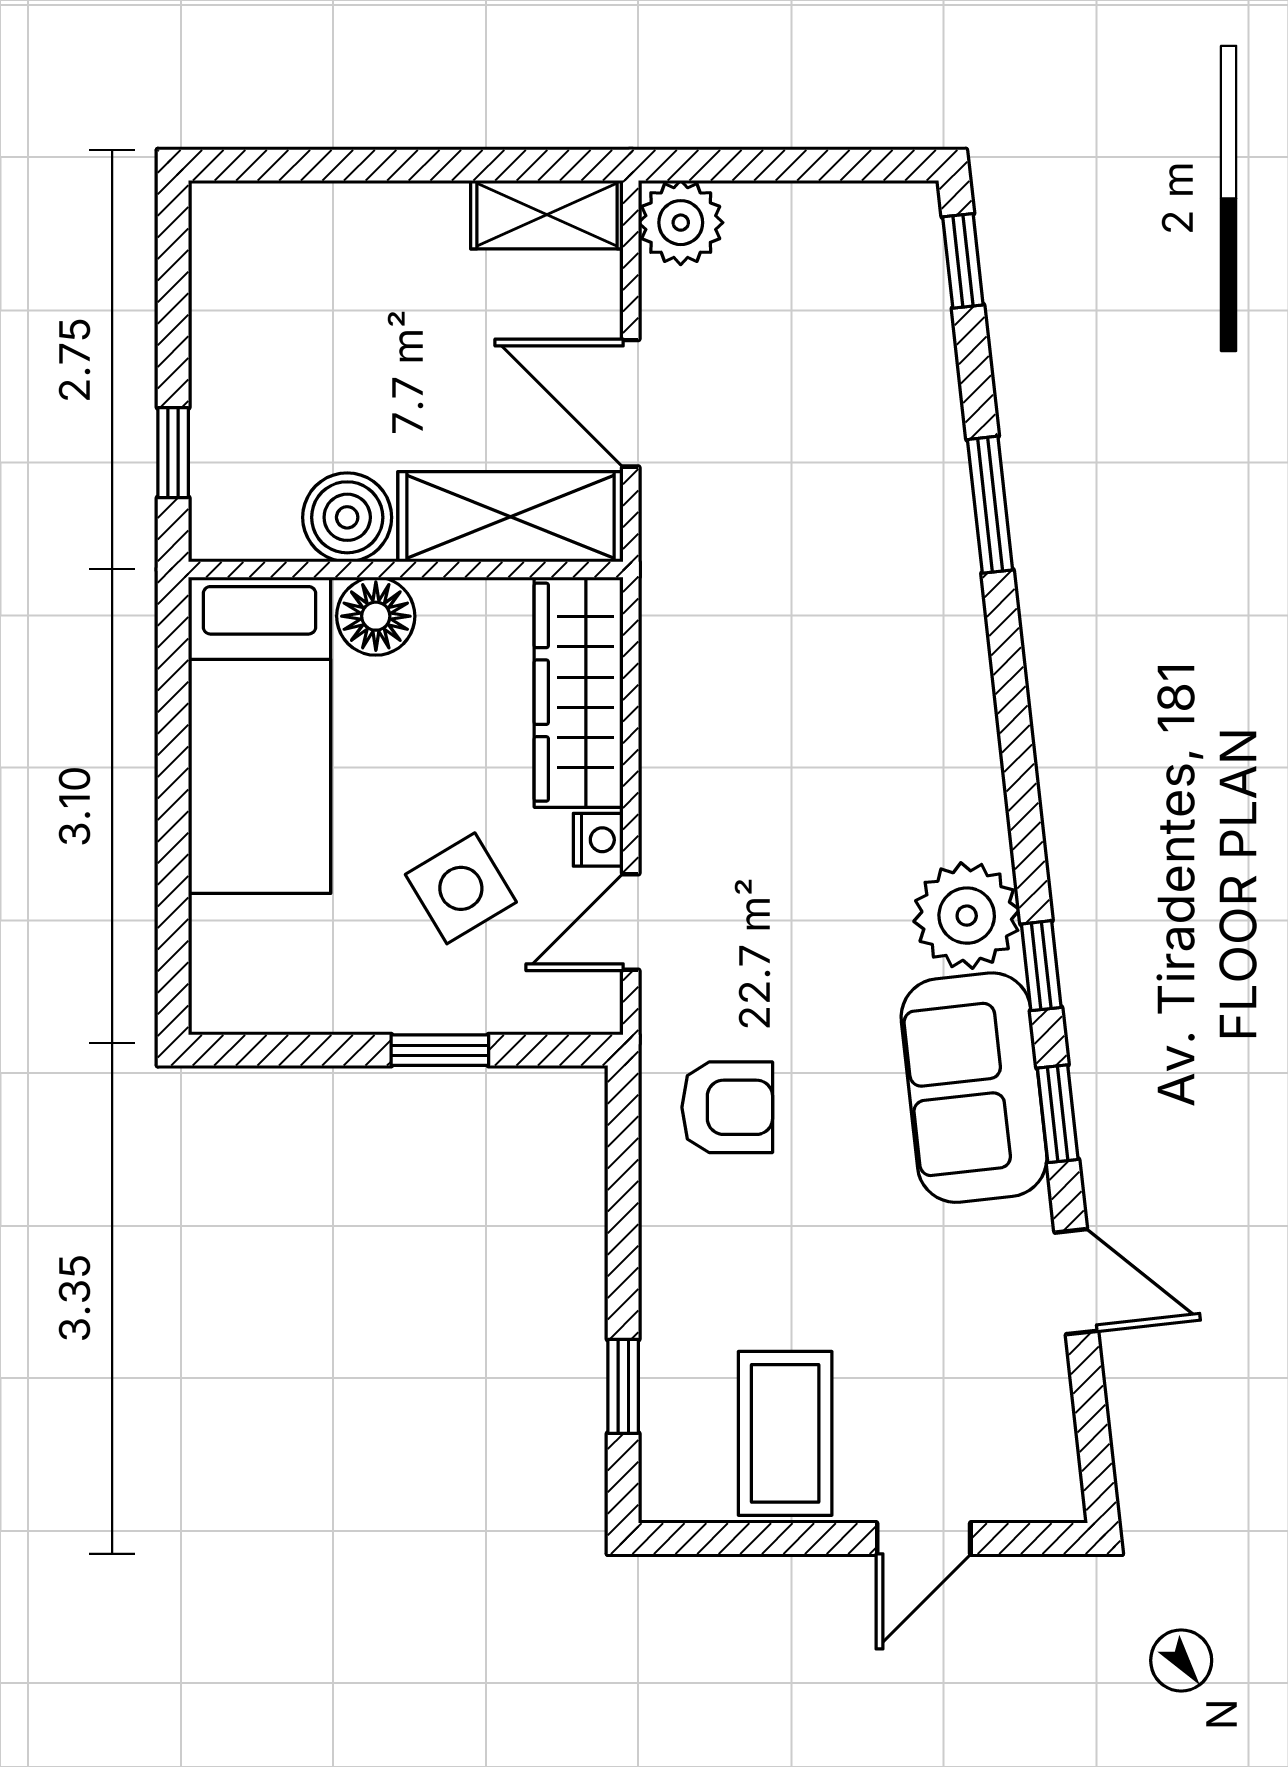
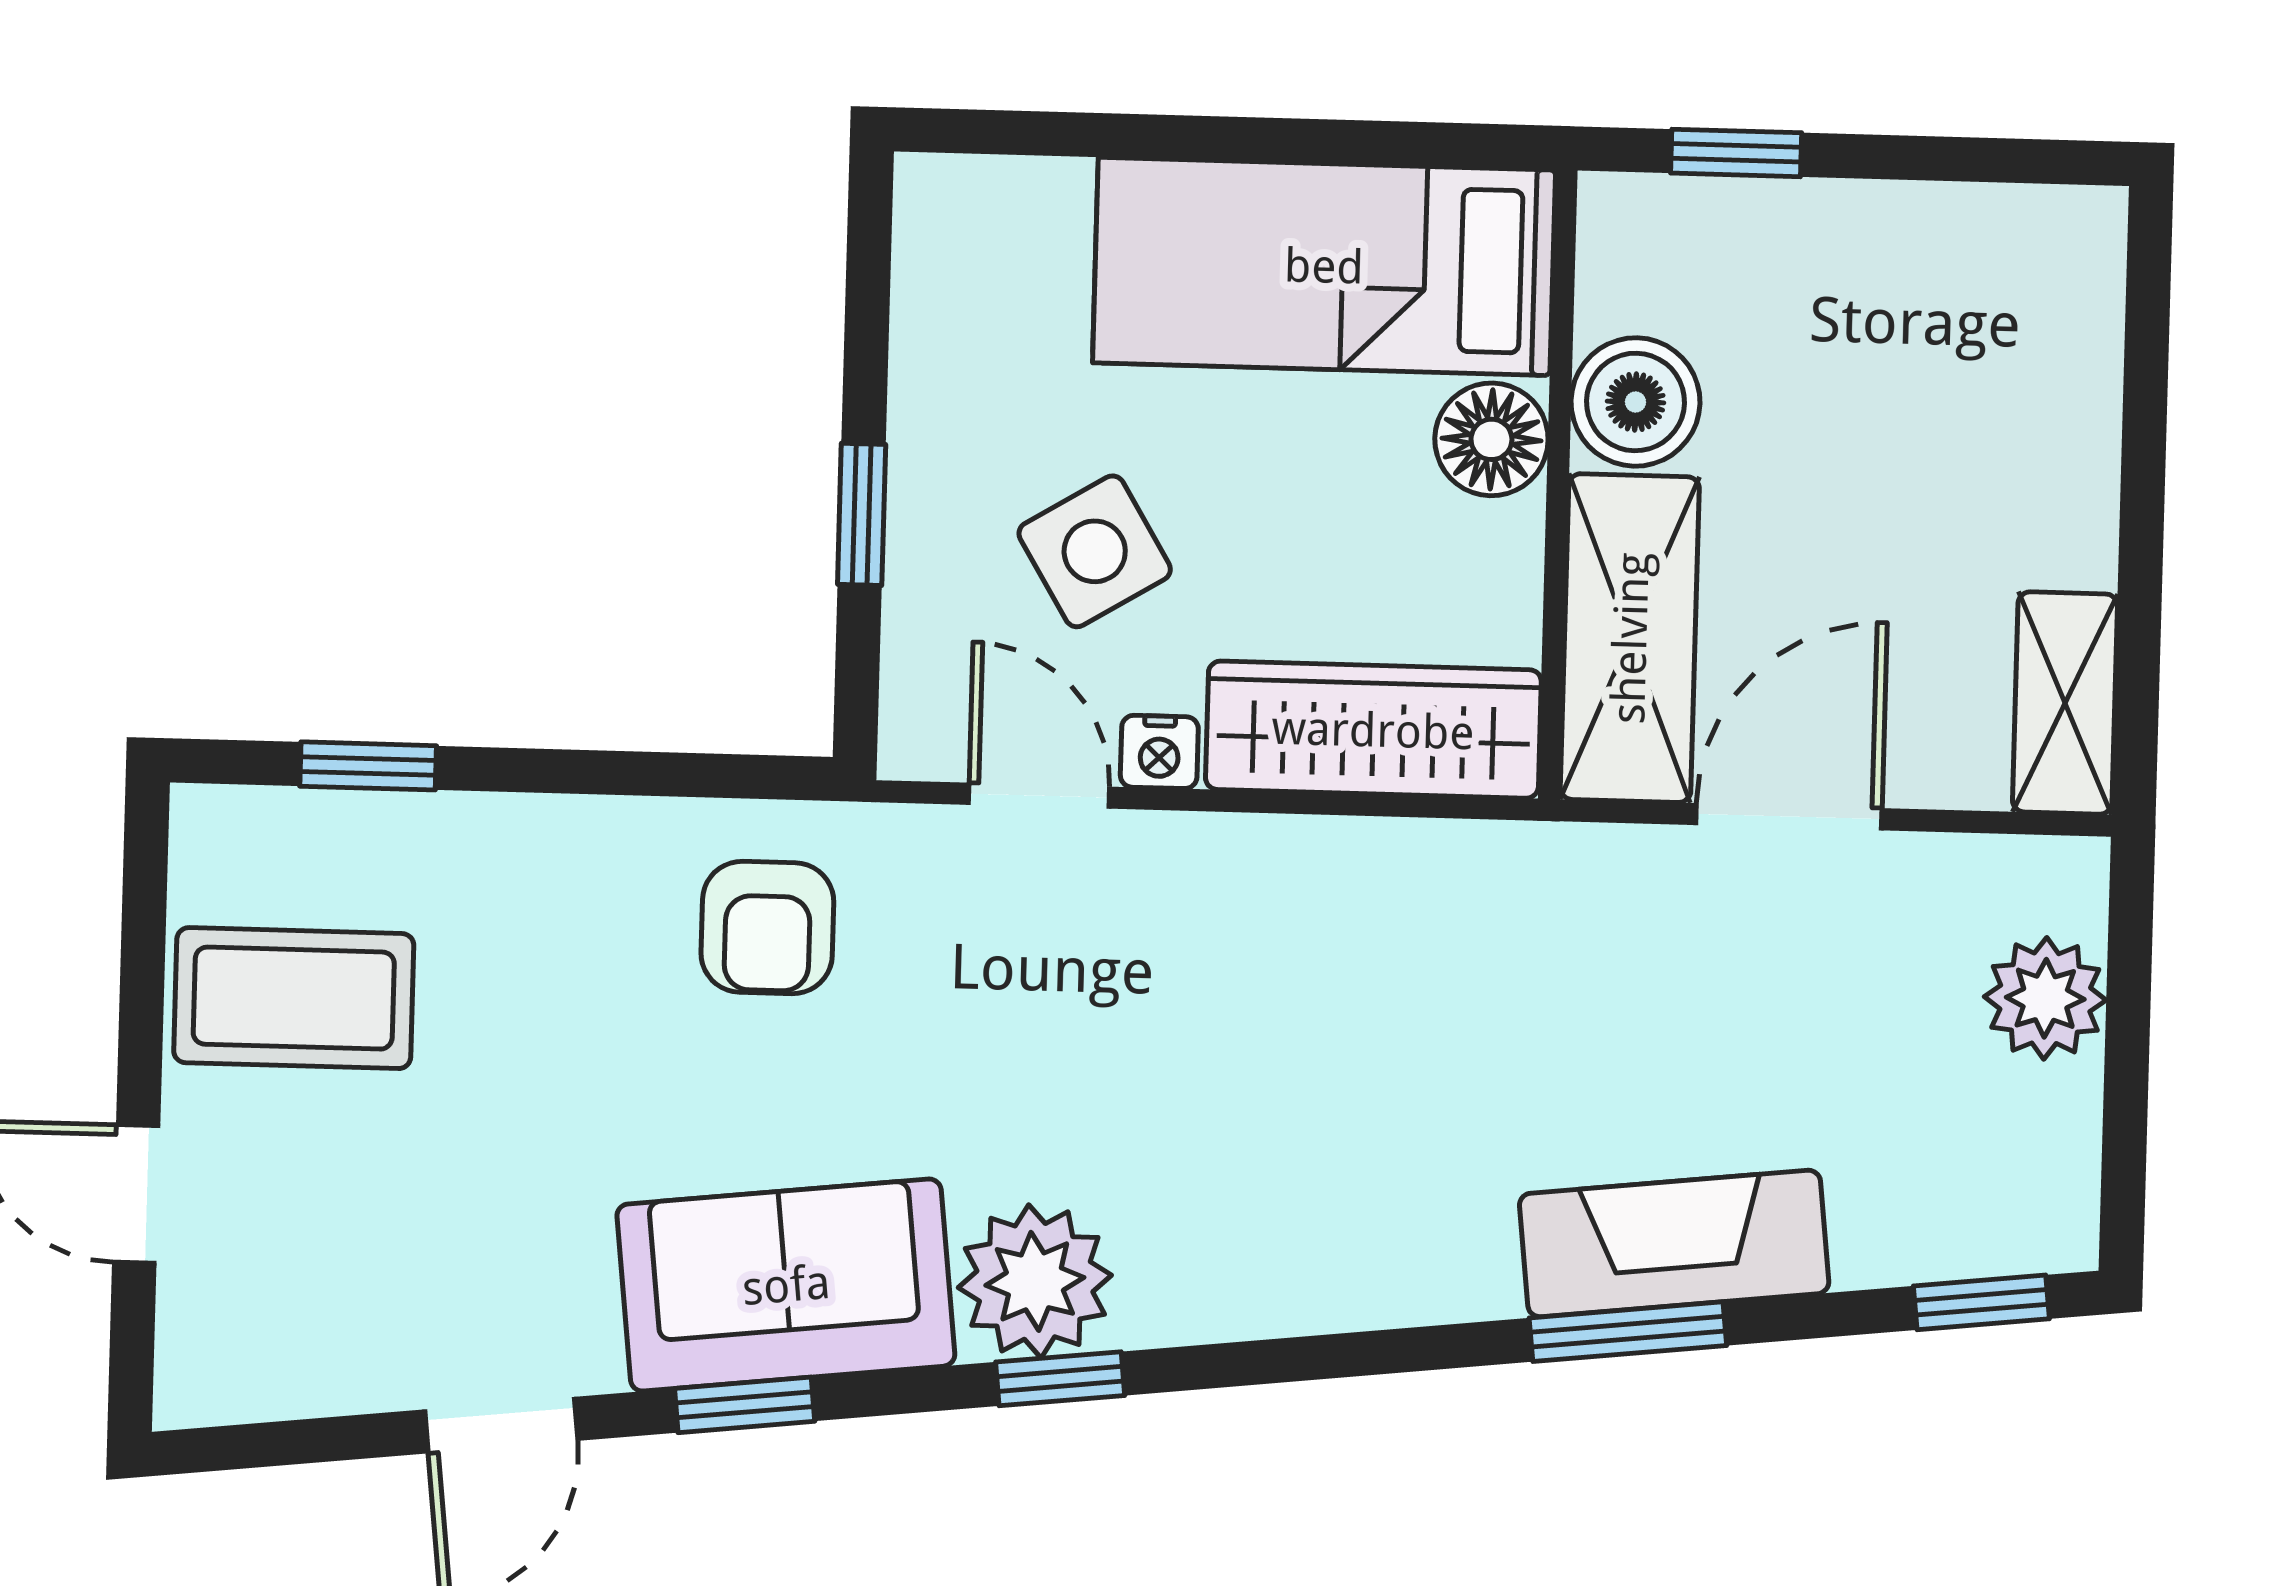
plant: (681, 223) -> (2045, 998), moved
fireplace: (928, 474) -> (1674, 1243), added
window: (1041, 966) -> (1060, 1379), moved

